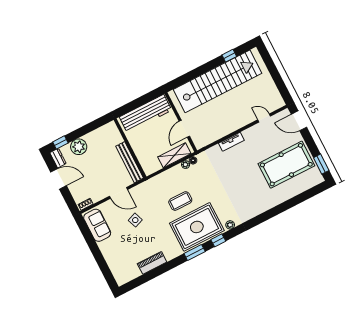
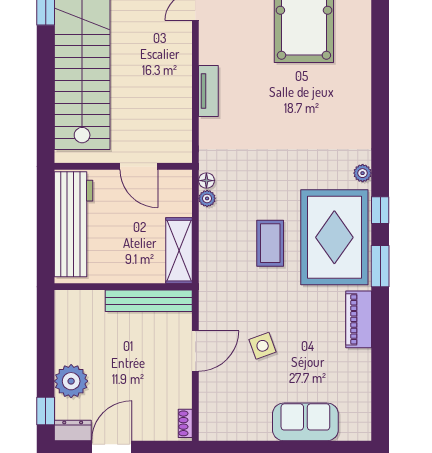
shelving: (174, 155) -> (179, 251), moved
sofa: (97, 225) -> (305, 422), moved
piano: (152, 263) -> (359, 319), moved

